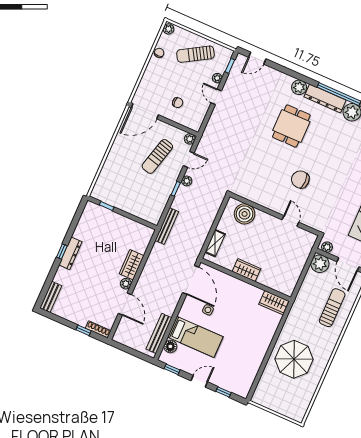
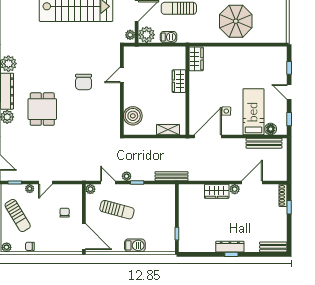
dining table: (291, 126) -> (42, 109), turned 90
barbecue: (114, 159) -> (135, 245), added
wardrobe: (246, 270) -> (179, 81), moved
barbecue: (308, 285) -> (168, 37), added

